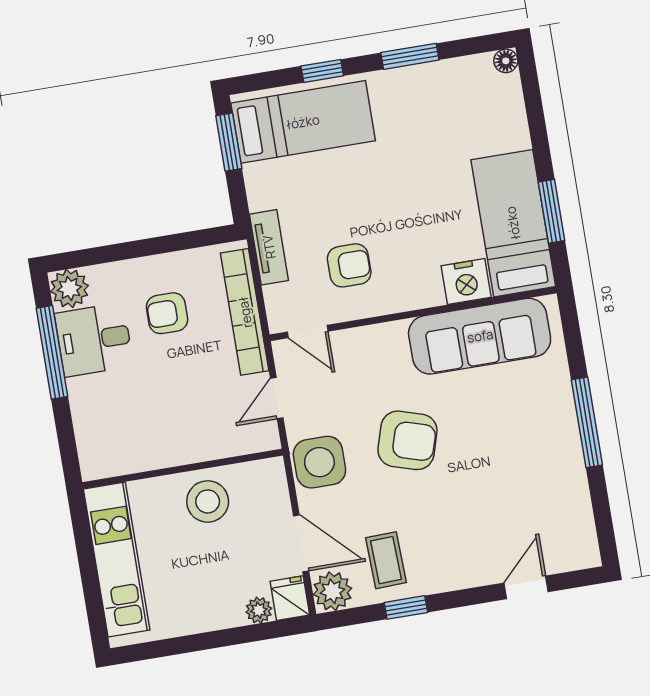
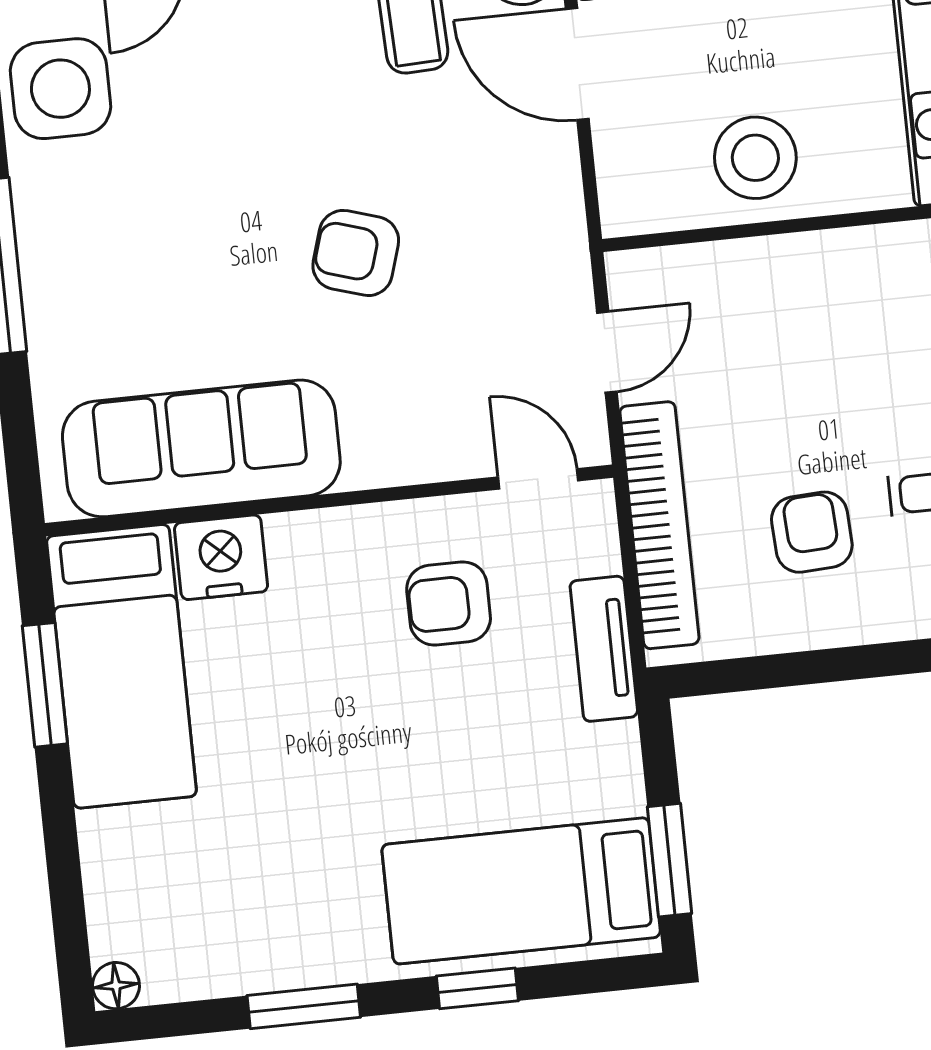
armchair: (167, 313) -> (812, 532), turned -93
armchair: (407, 440) -> (356, 253), width x0.72, depth x0.72
side table: (319, 462) -> (60, 89), moved

